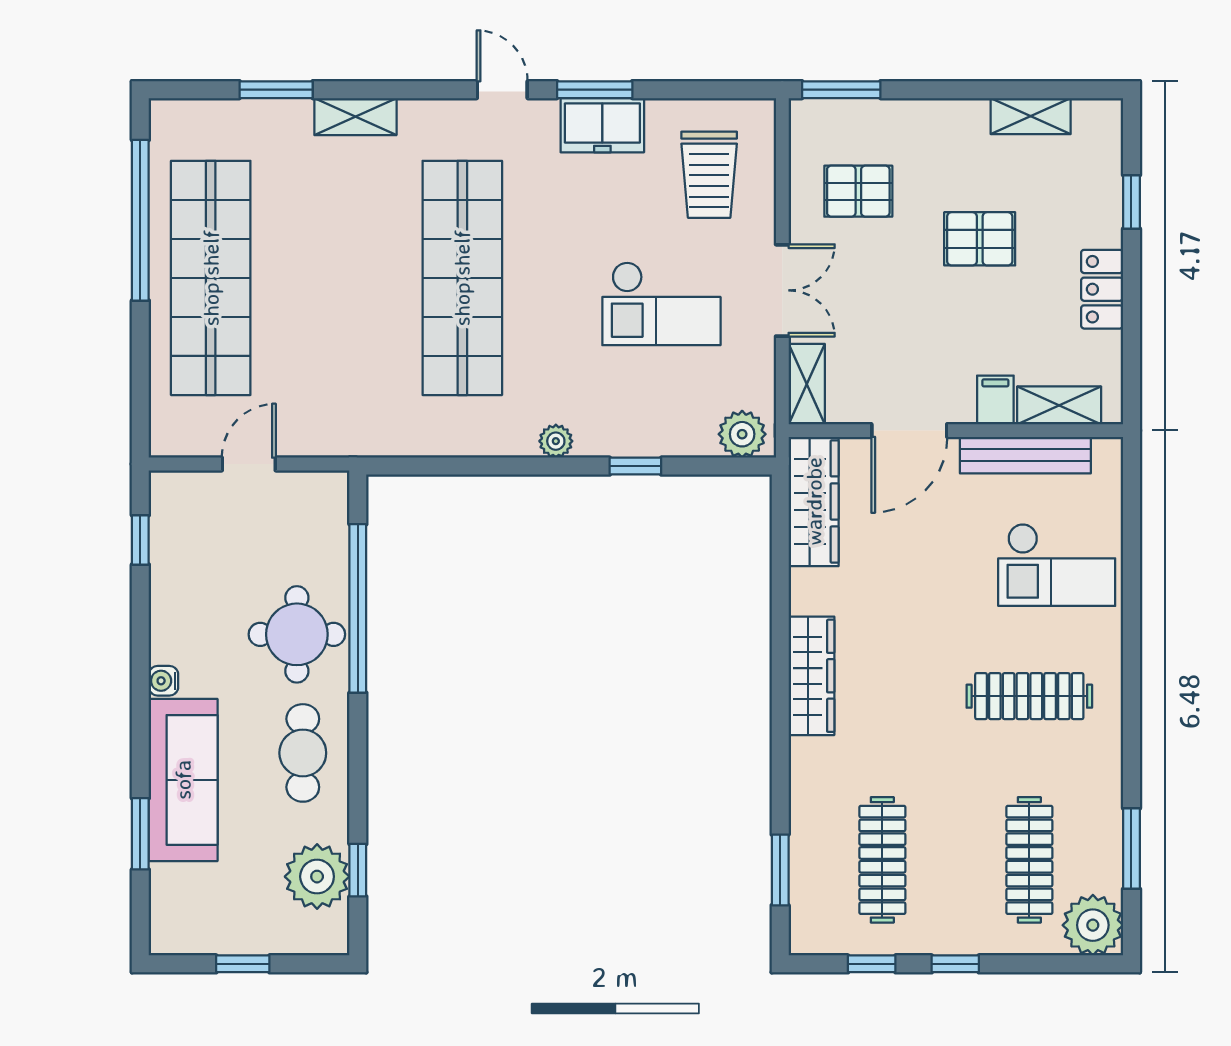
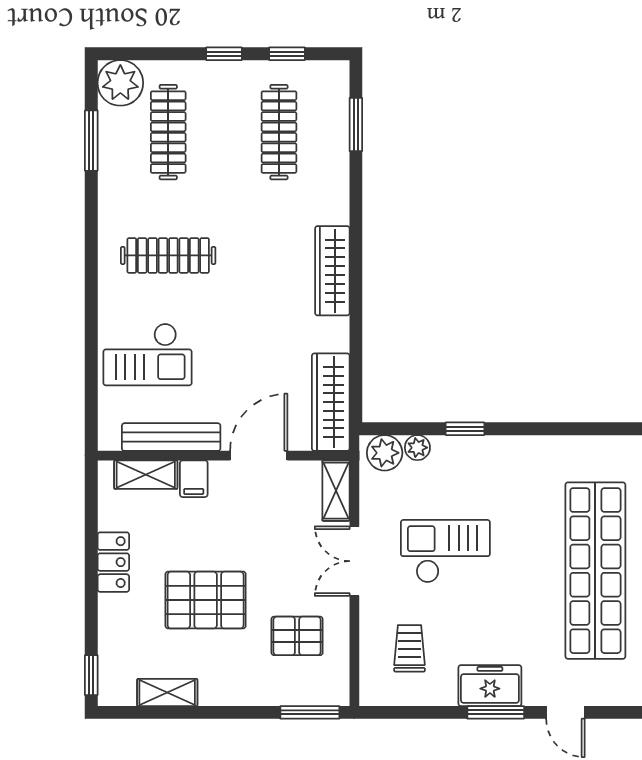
trolley: (709, 175) -> (409, 648), width x0.73, depth x0.72
window: (1131, 202) -> (91, 675), moved
pallet: (980, 239) -> (206, 600), width x1.50, depth x1.42
plant: (556, 441) -> (417, 448), moved
checkout: (1057, 565) -> (148, 354), turned 180

